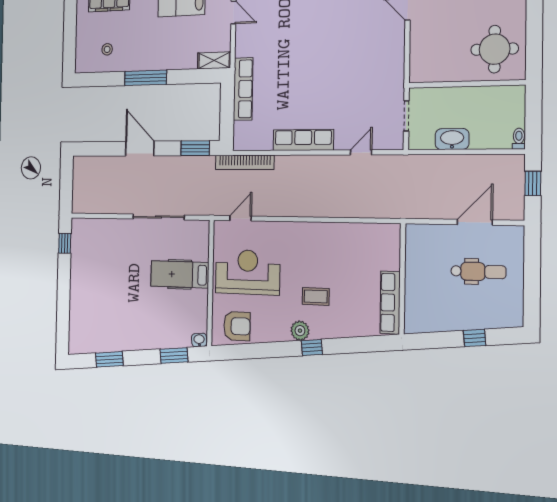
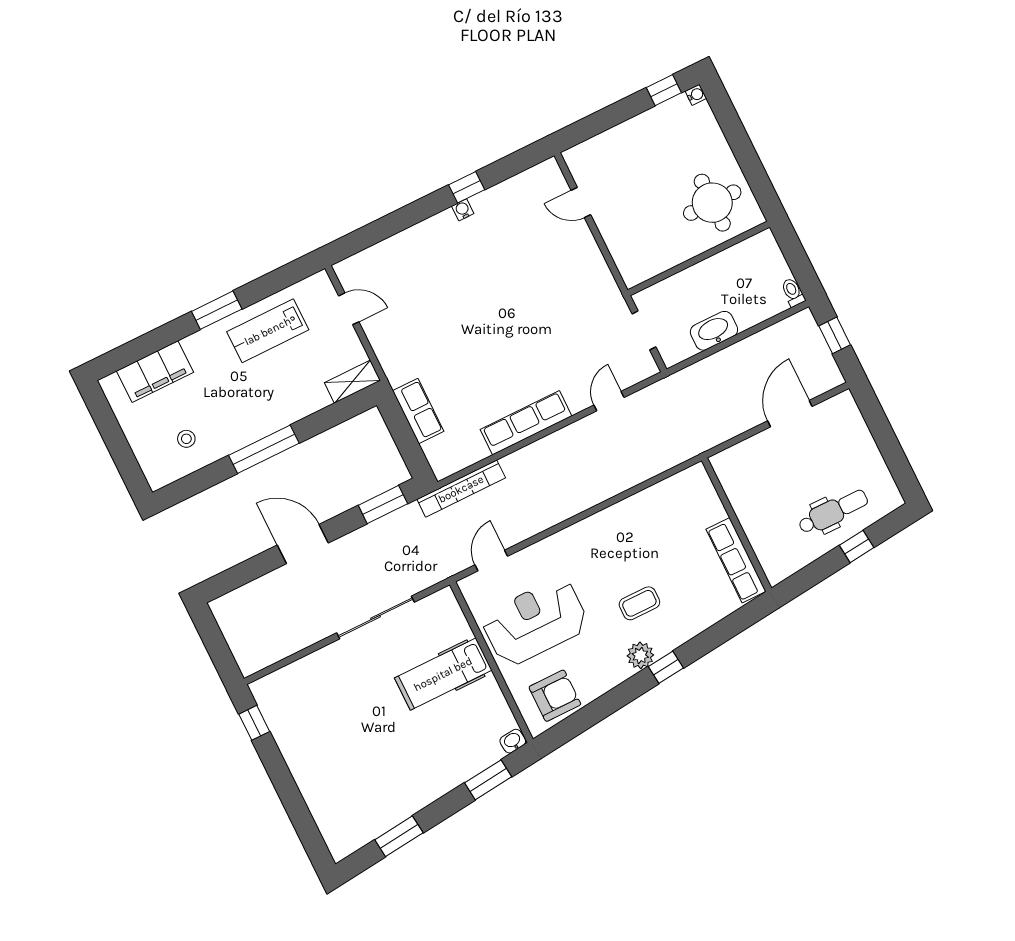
row of seats: (243, 89) -> (418, 411), width x0.68
dental chair: (478, 272) -> (833, 512), moved

